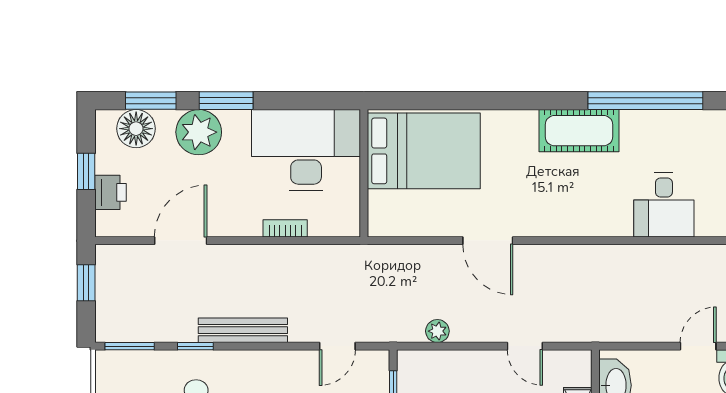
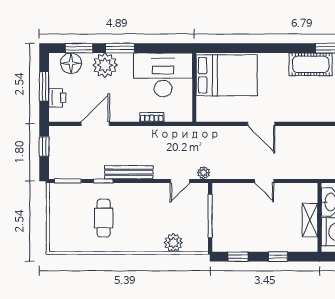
window: (86, 171) -> (44, 86), width x1.50
plant: (437, 331) -> (204, 173), moved
door: (525, 346) -> (264, 181), moved

